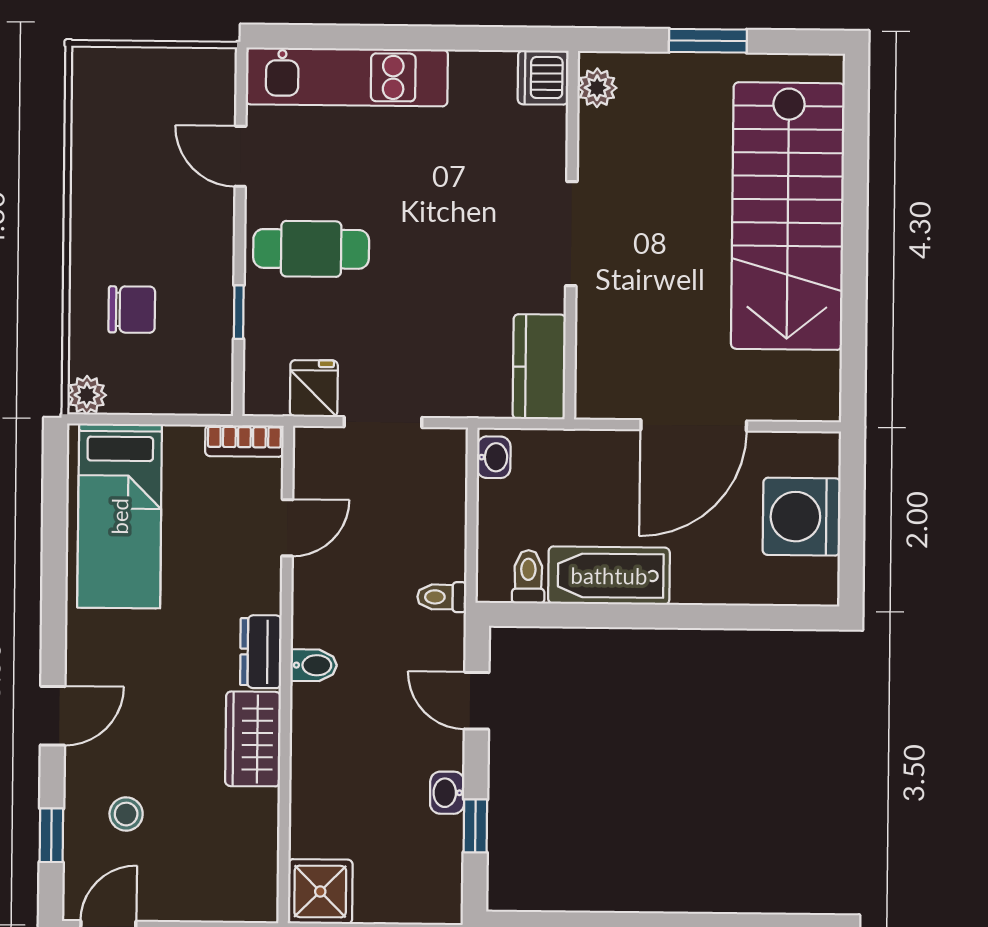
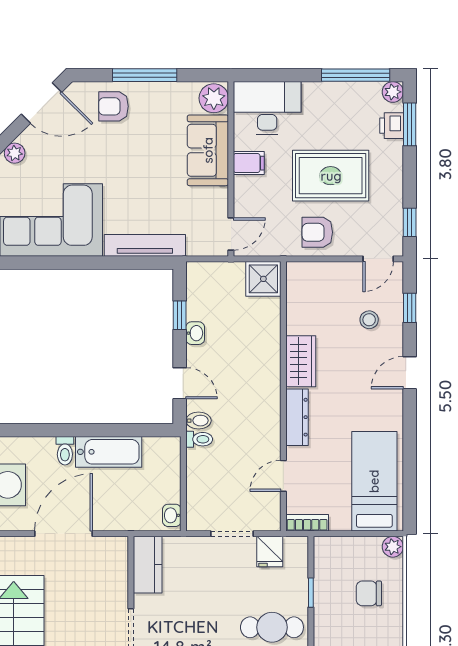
toilet: (528, 577) -> (65, 451), moved
dresser: (261, 652) -> (297, 417), width x1.44
bidet: (314, 665) -> (198, 421), moved, turned 180

